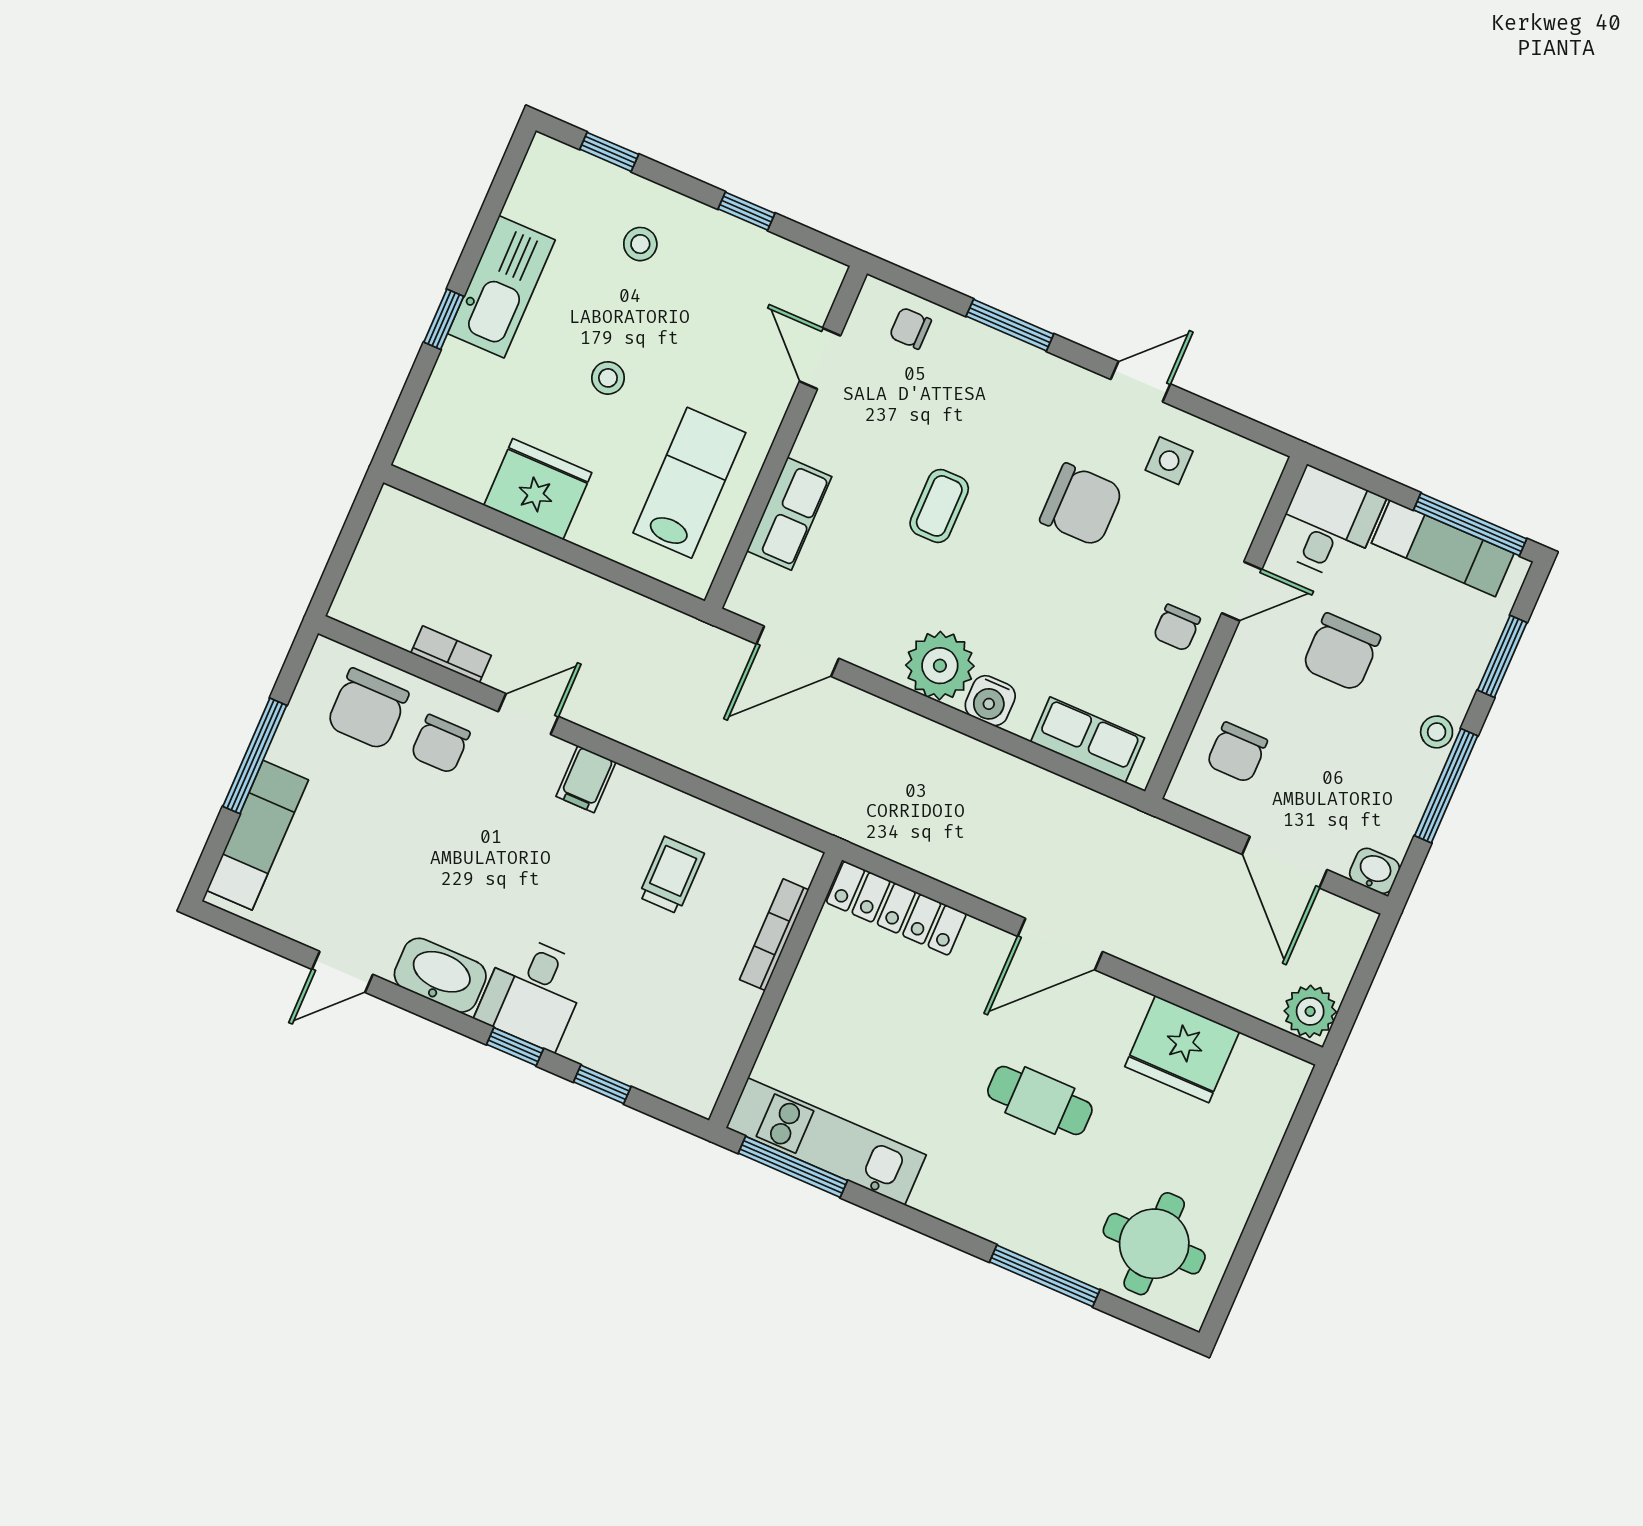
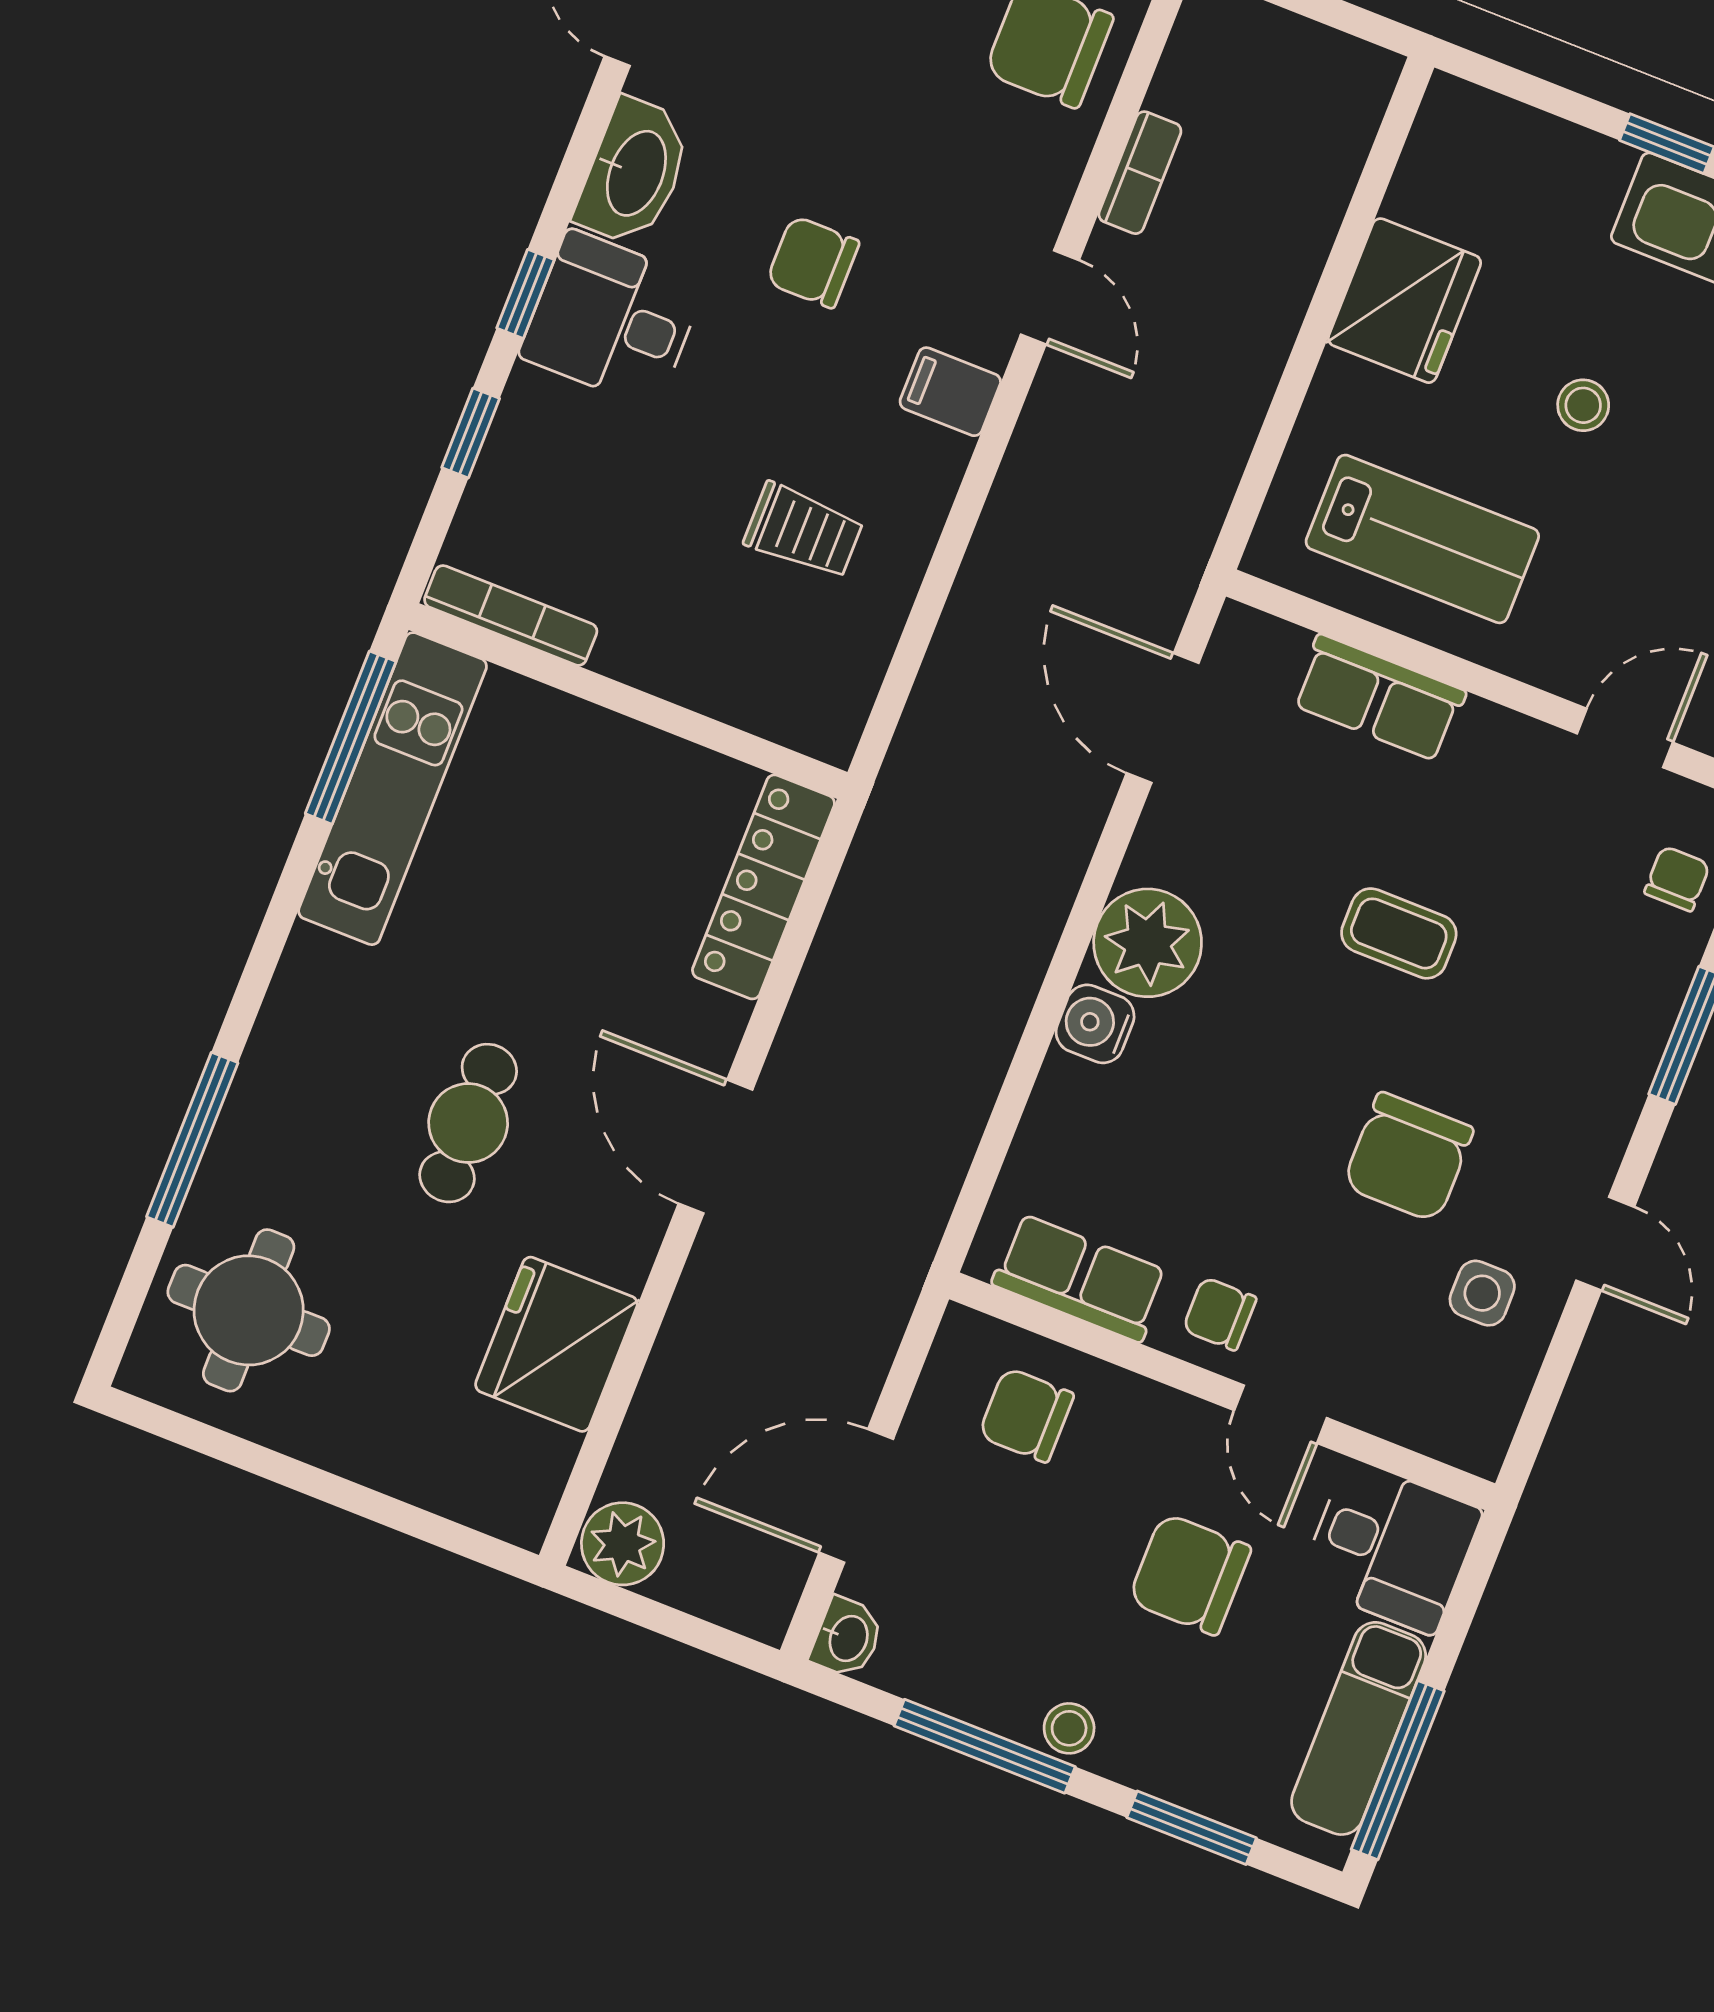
row of seats: (1088, 740) -> (1080, 1278), moved, turned -90
chair: (440, 744) -> (813, 262), moved
bookcase: (774, 935) -> (511, 615), moved

